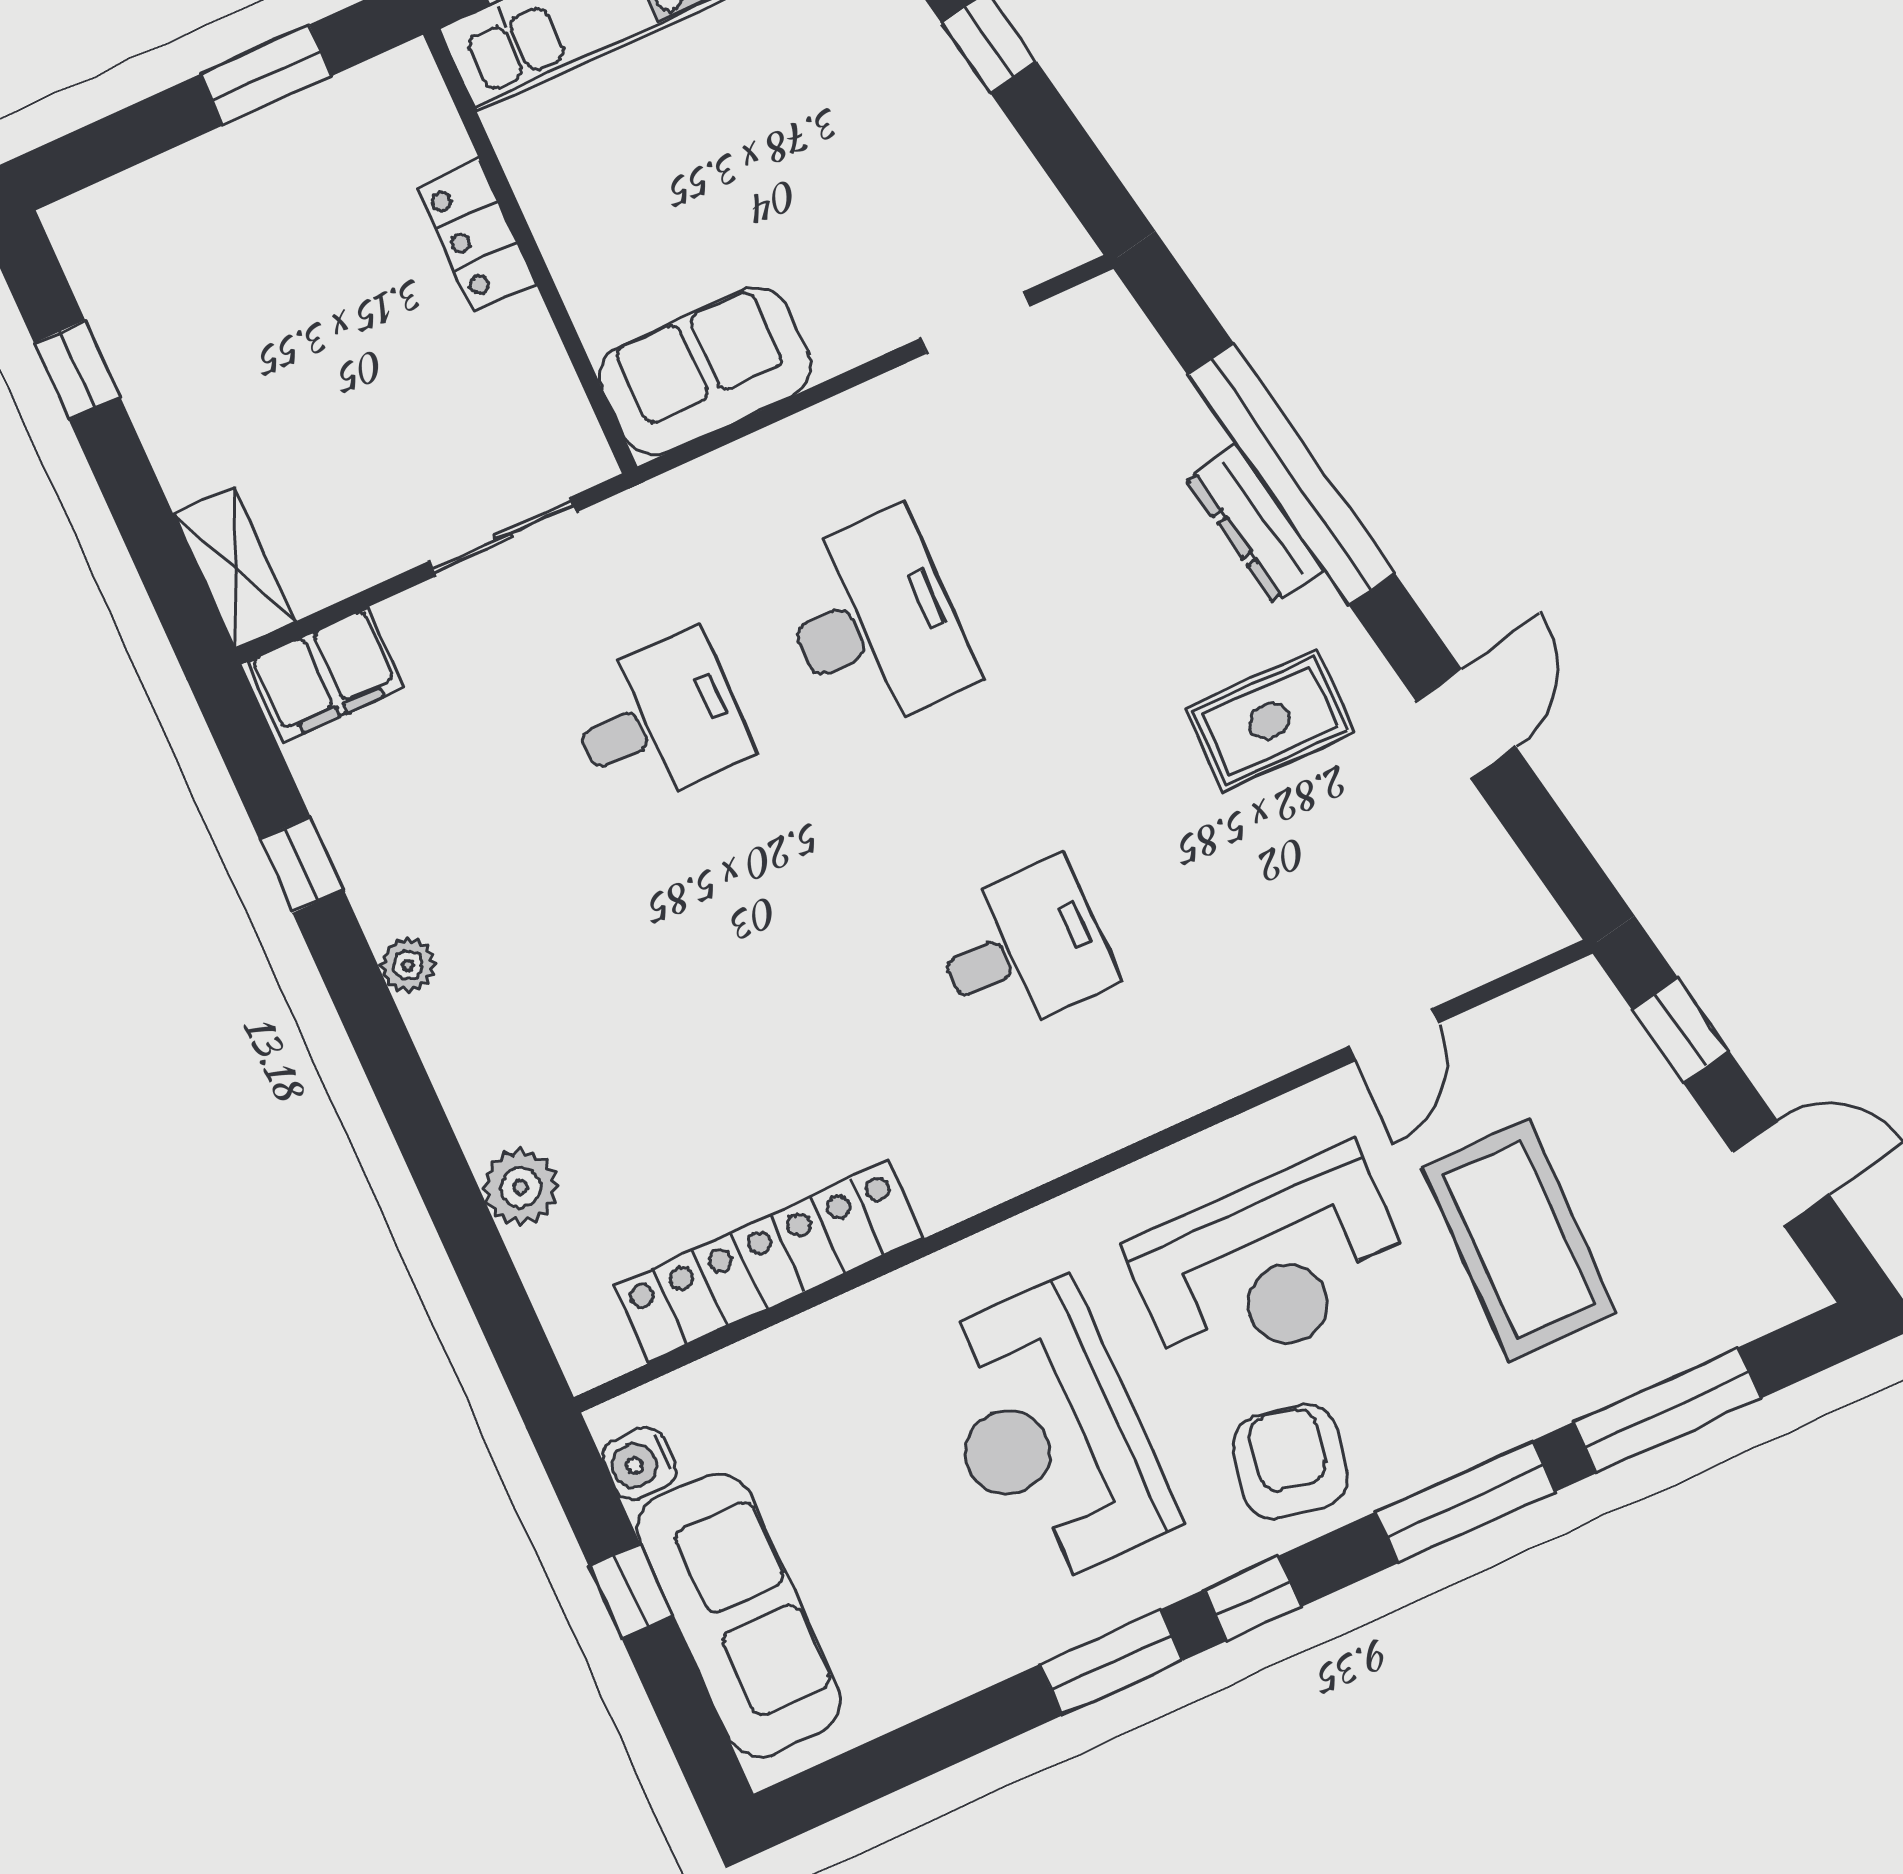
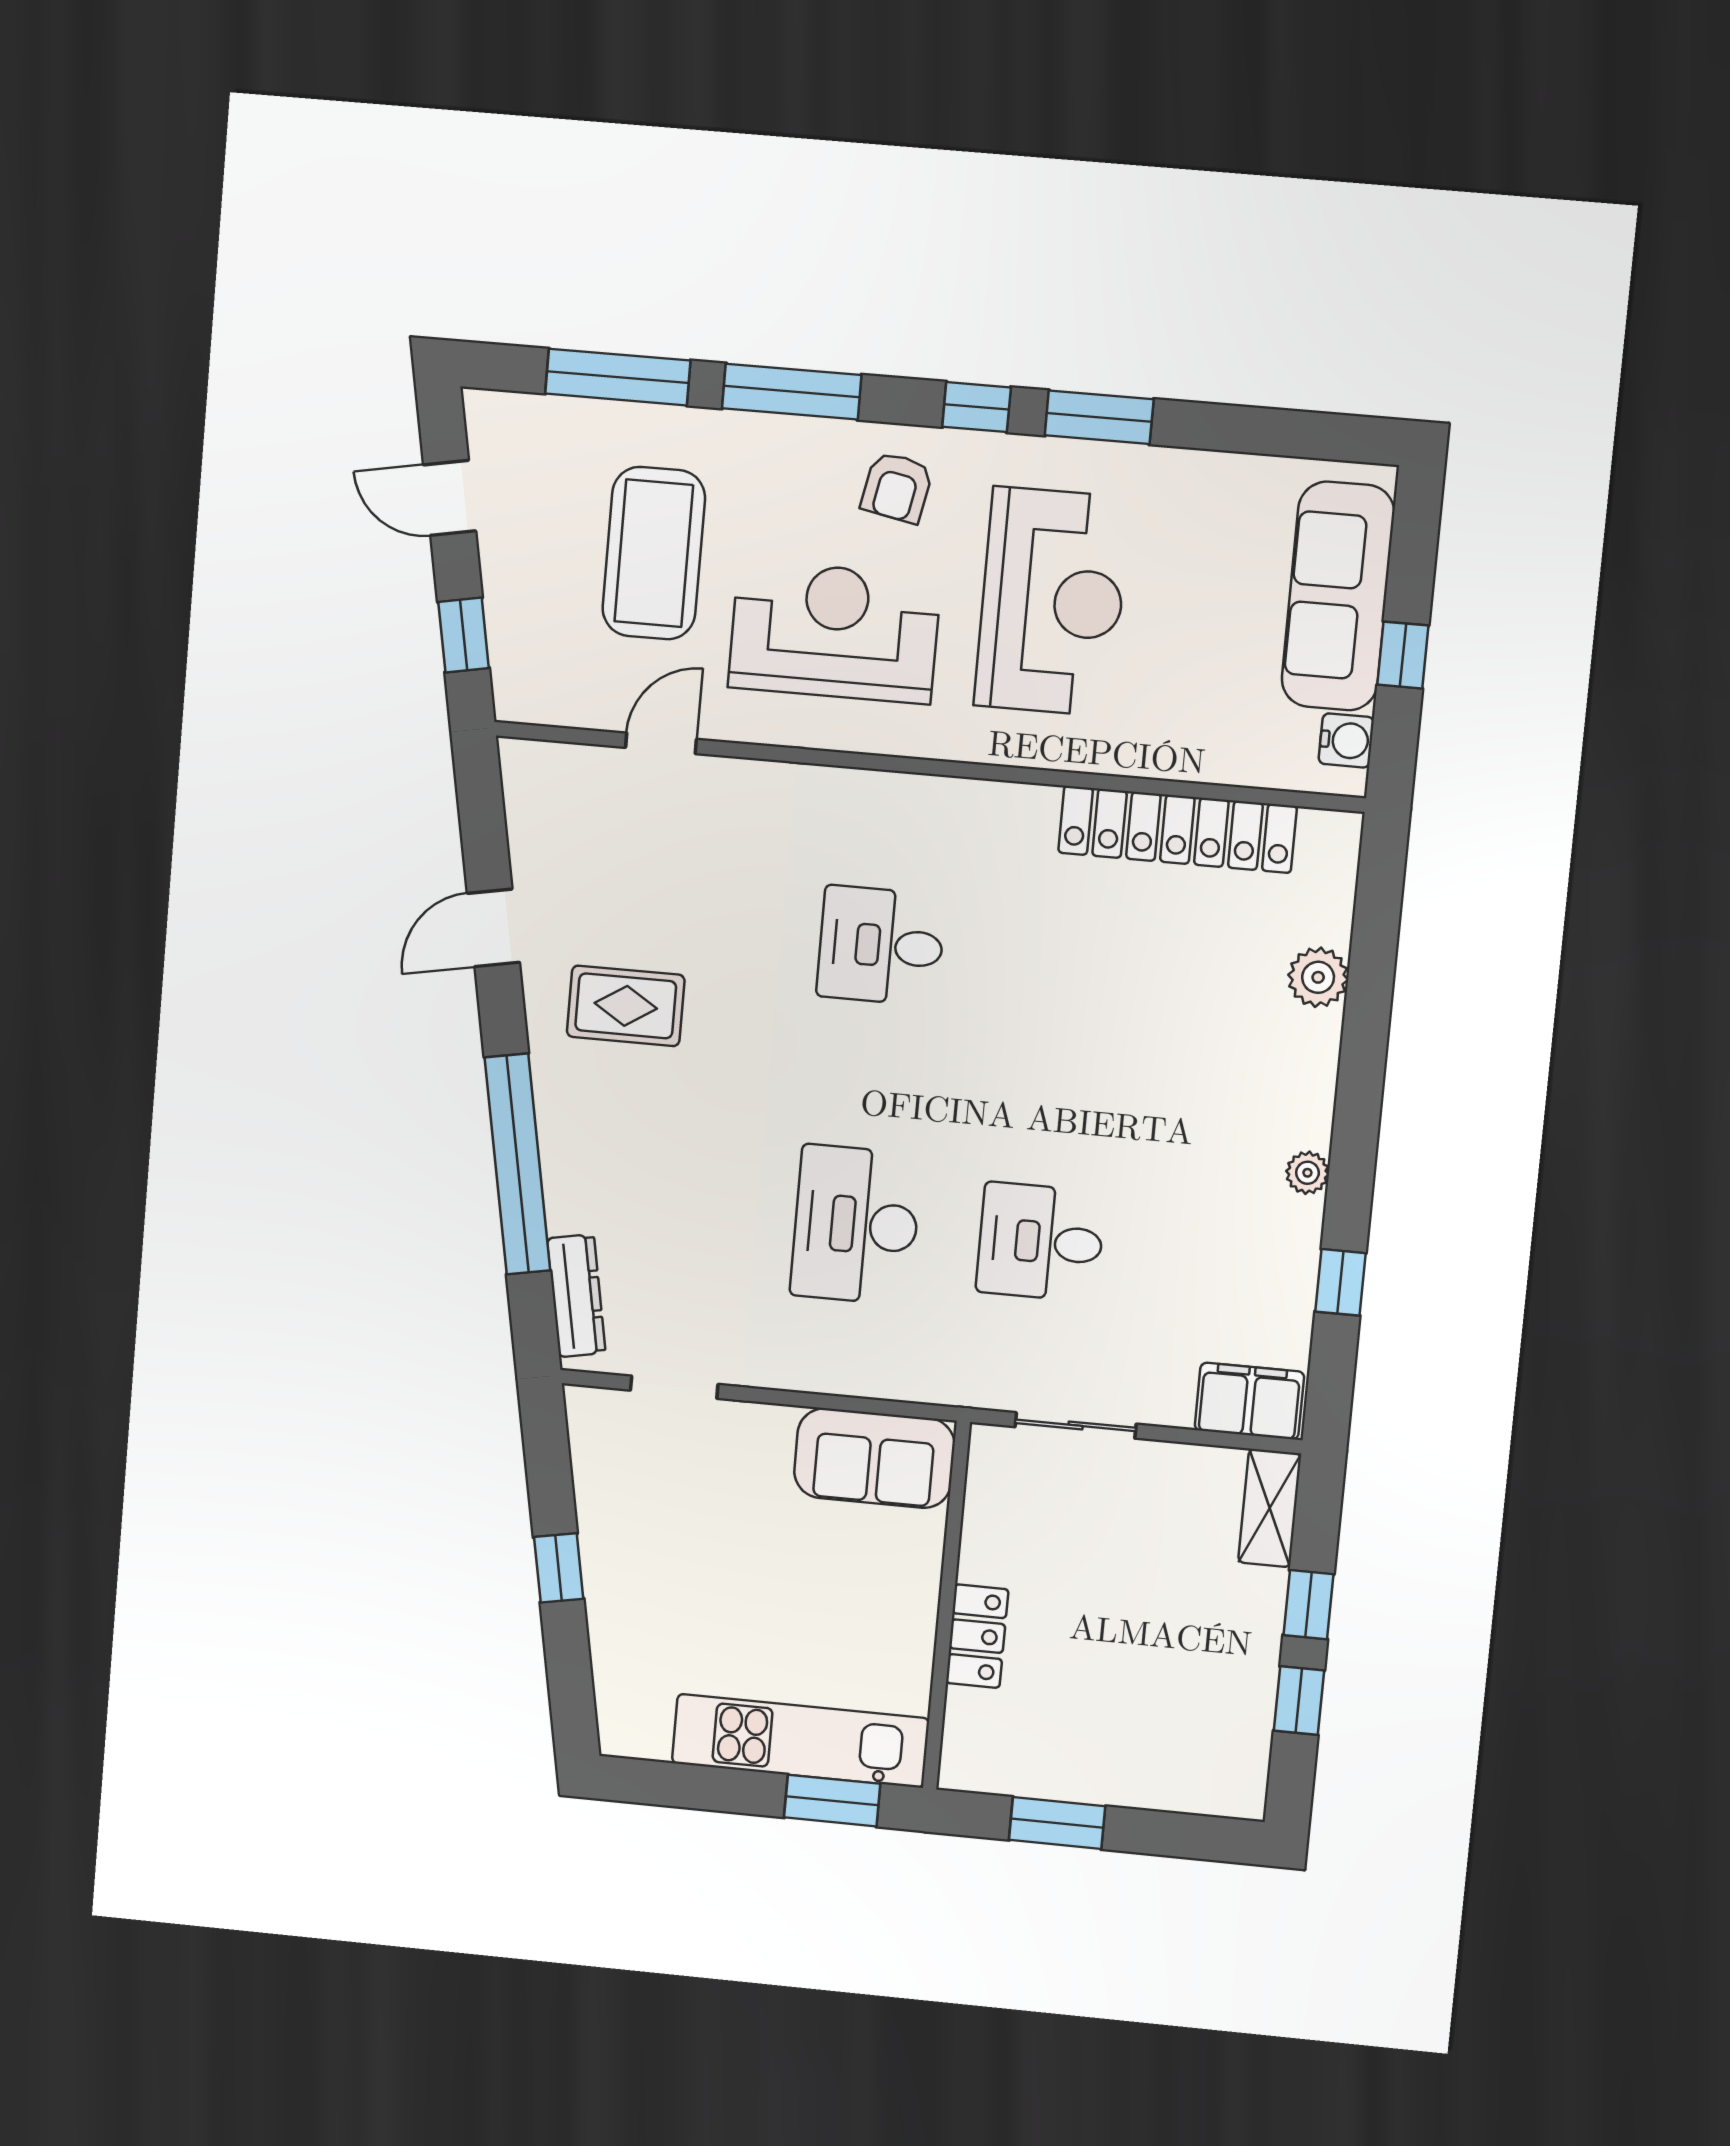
window: (129, 484) -> (1308, 1605), added
dresser: (1255, 524) -> (576, 1296), moved
armchair: (1291, 1462) -> (897, 487), width x0.72, depth x0.72

